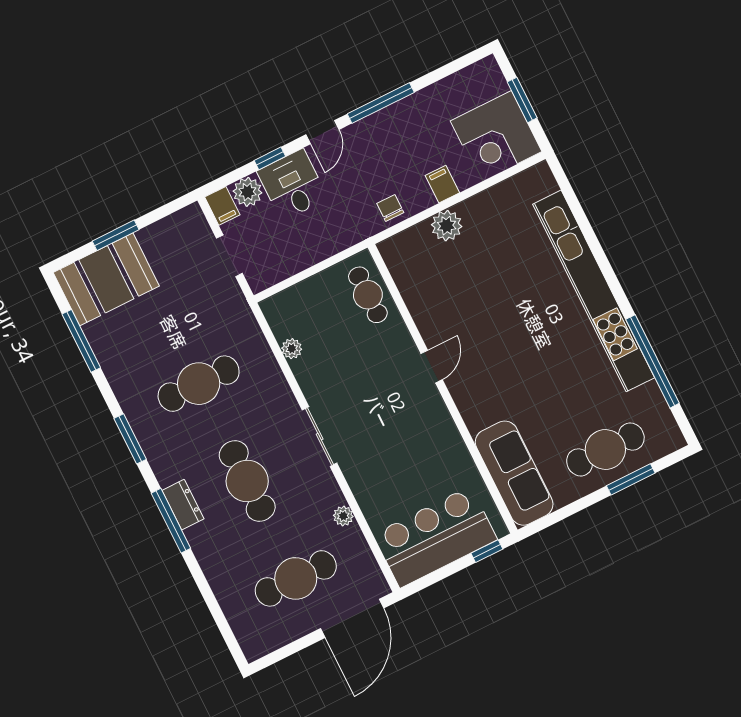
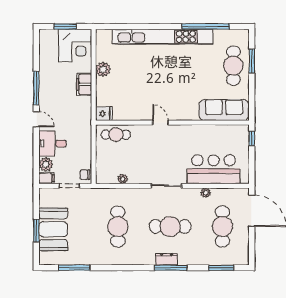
window: (270, 158) -> (36, 148), removed
filing cabinet: (442, 184) -> (84, 84), width x2.00
chair: (390, 208) -> (85, 175), moved
plant: (447, 226) -> (103, 69), moved
fridge: (396, 253) -> (104, 114), added
booth: (106, 279) -> (53, 229), moved
window: (130, 439) -> (221, 268), moved
bar counter: (435, 537) -> (214, 169), moved, turned 90

